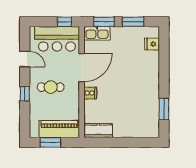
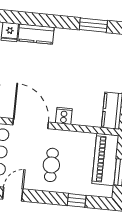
kitchen counter: (152, 65) -> (36, 34), added
window: (25, 94) -> (77, 200), moved

